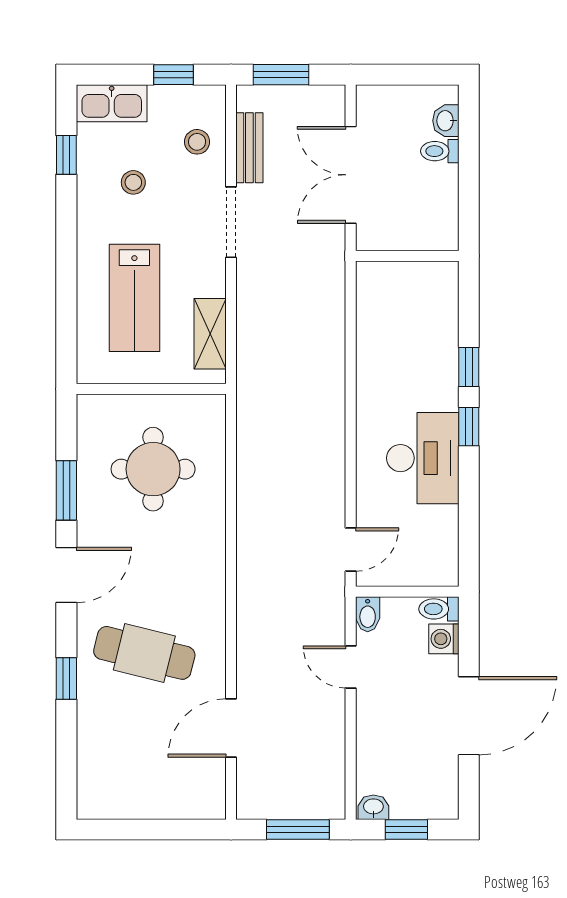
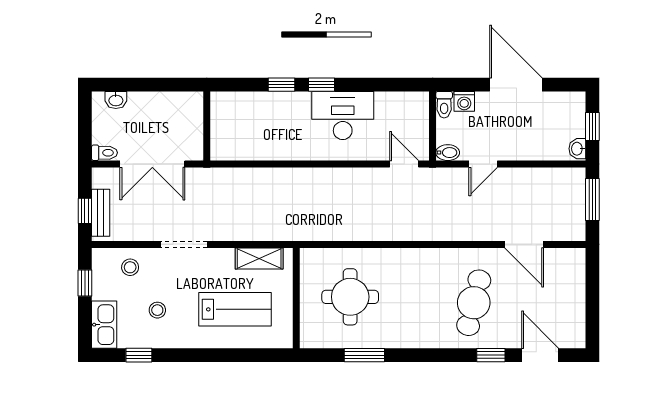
window: (281, 75) -> (85, 211), width x0.67
bench: (249, 148) -> (101, 213), moved, turned 90
toilet: (440, 151) -> (104, 153), moved, turned -90
door: (66, 575) -> (540, 355), moved

